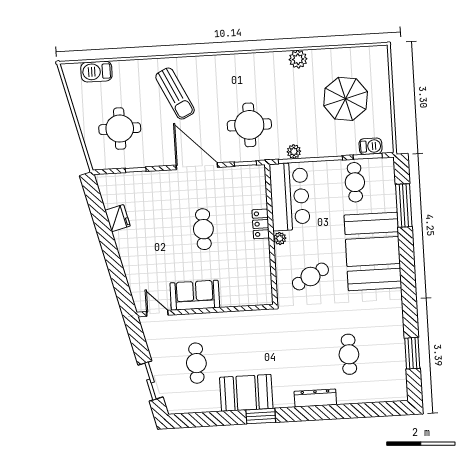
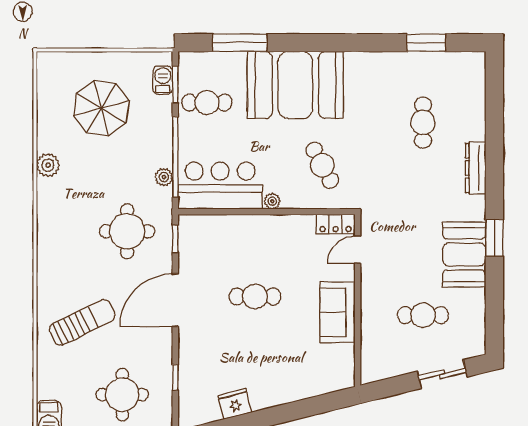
locker: (261, 224) -> (336, 224), moved
door: (157, 313) -> (358, 250), moved
cafe table: (349, 354) -> (423, 122), turned 90

